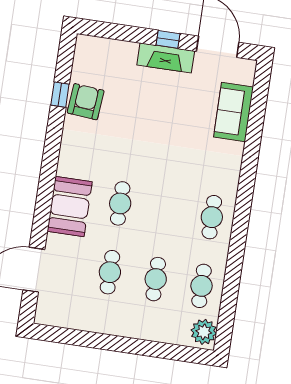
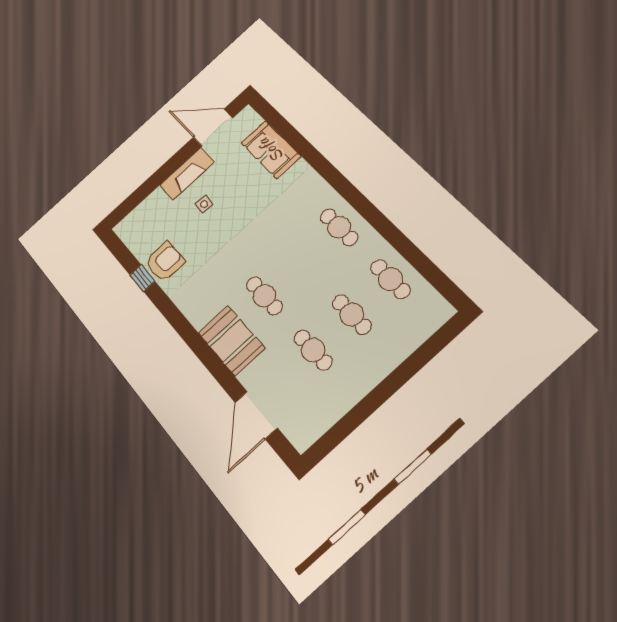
window: (168, 39) -> (175, 162), removed
side table: (152, 94) -> (204, 204), added
armchair: (86, 102) -> (165, 262), turned 85
plant: (204, 332) -> (433, 308), removed

